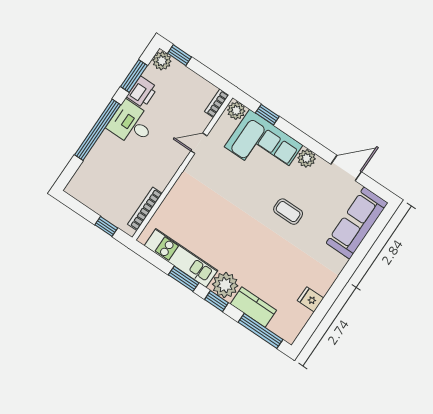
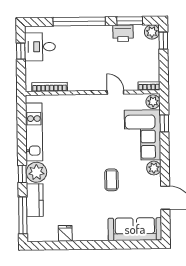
desk: (131, 124) -> (40, 47), moved, turned -90
window: (106, 226) -> (21, 51), moved
window: (184, 279) -> (22, 143), removed

